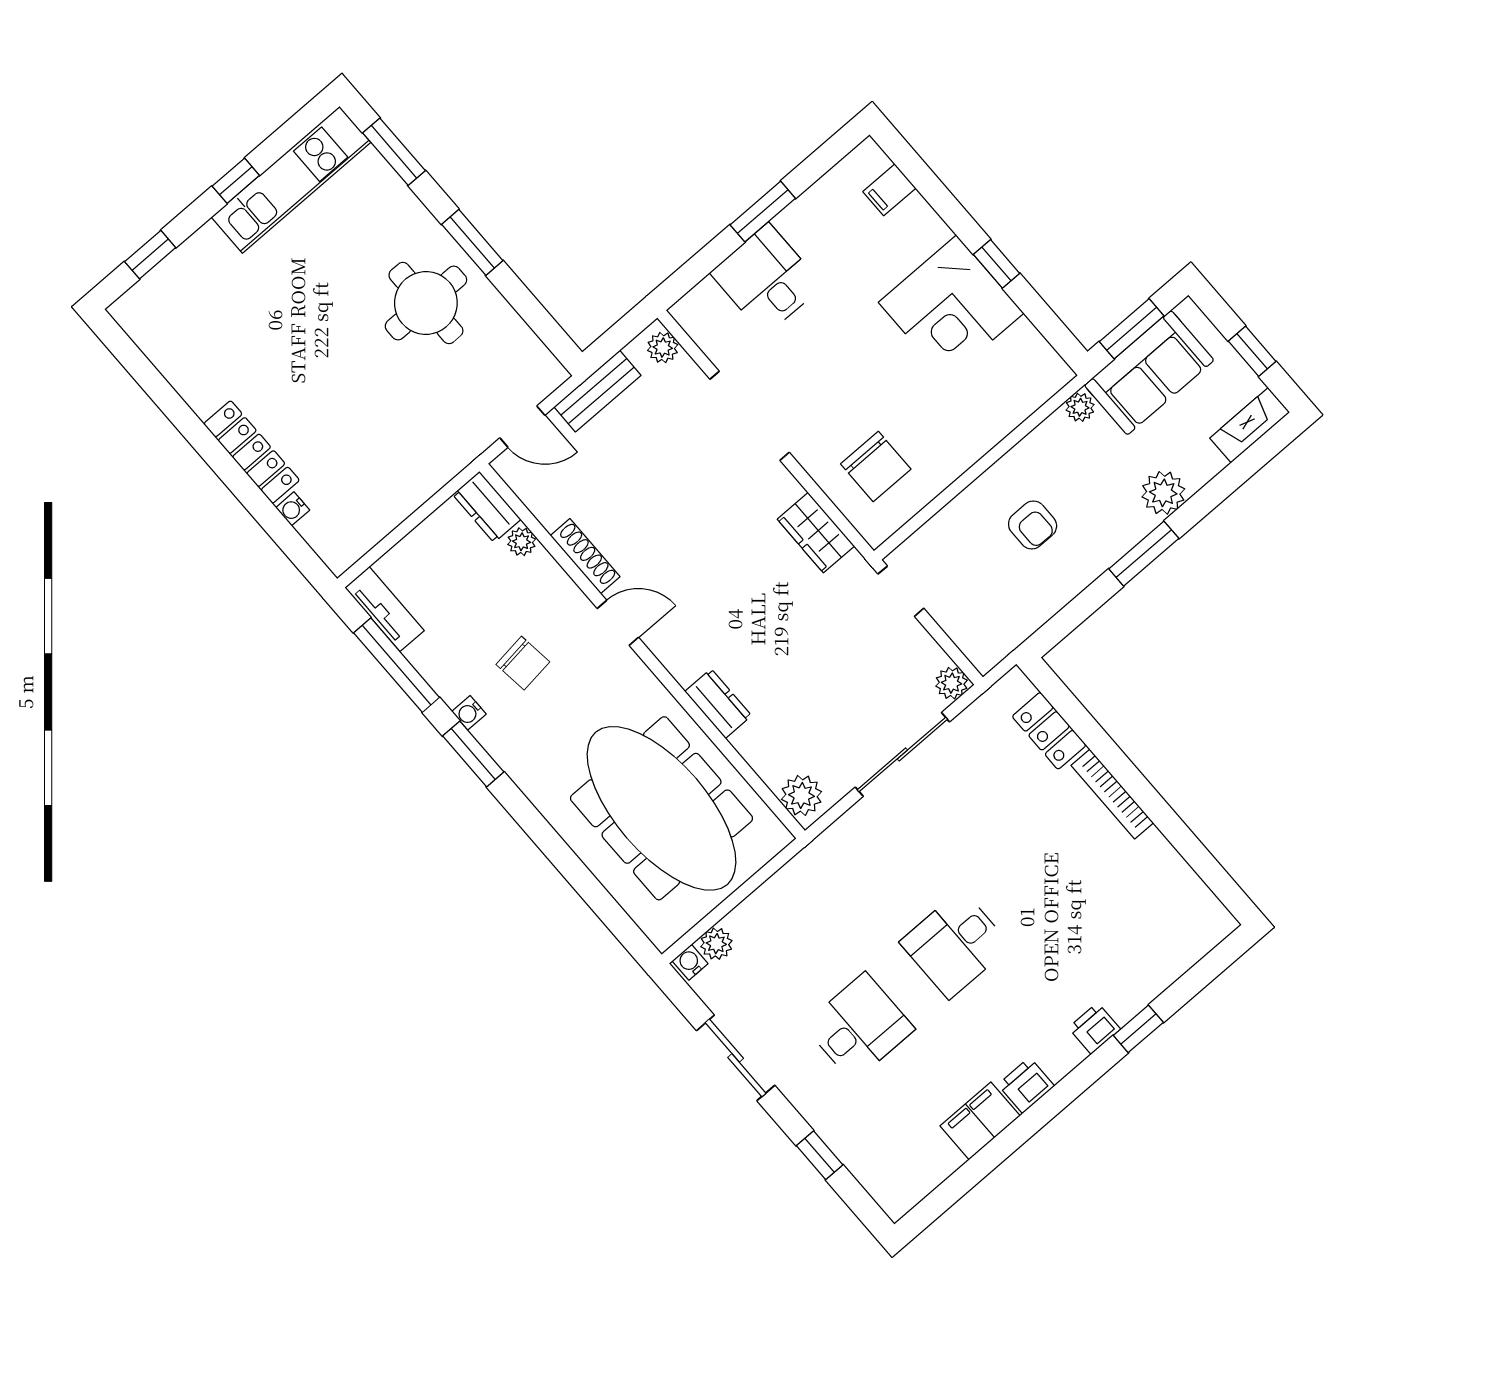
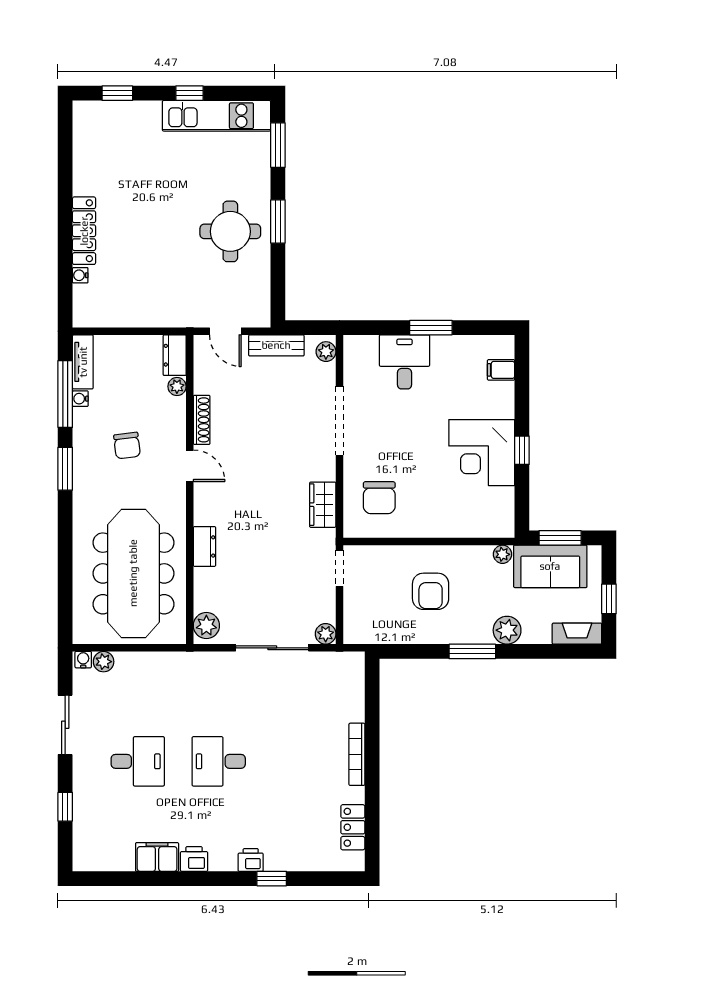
armchair: (1033, 525) -> (431, 591), width x1.38, depth x1.38
water cooler: (469, 713) -> (80, 399), moved
locker: (1049, 731) -> (353, 827), moved

